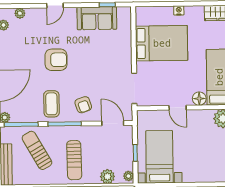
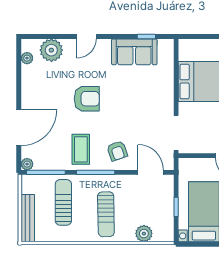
plant: (20, 13) -> (51, 50), width x1.87, depth x1.87
sun lounger: (37, 150) -> (63, 202), turned 30
plant: (128, 176) -> (168, 233), removed

